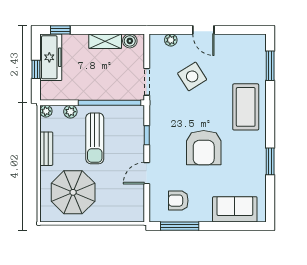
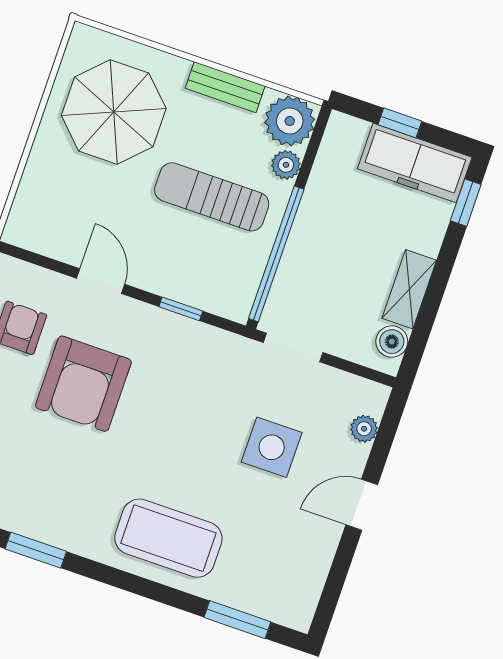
side table: (192, 76) -> (272, 447), turned 32
plant: (46, 111) -> (290, 121), width x1.87, depth x1.87
armchair: (204, 148) -> (83, 384), moved, turned -90

